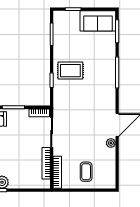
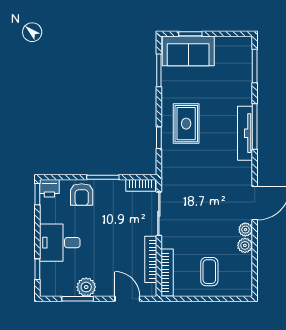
sofa: (98, 21) -> (188, 51), moved
rug: (70, 71) -> (186, 124), turned 90
tv unit: (111, 77) -> (245, 133), added
plant: (110, 154) -> (245, 245), added
door: (30, 190) -> (127, 299), added

